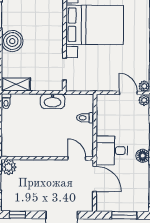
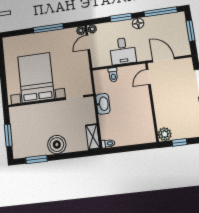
desk: (112, 151) -> (123, 51), moved
door: (95, 179) -> (163, 60), hinge flipped

